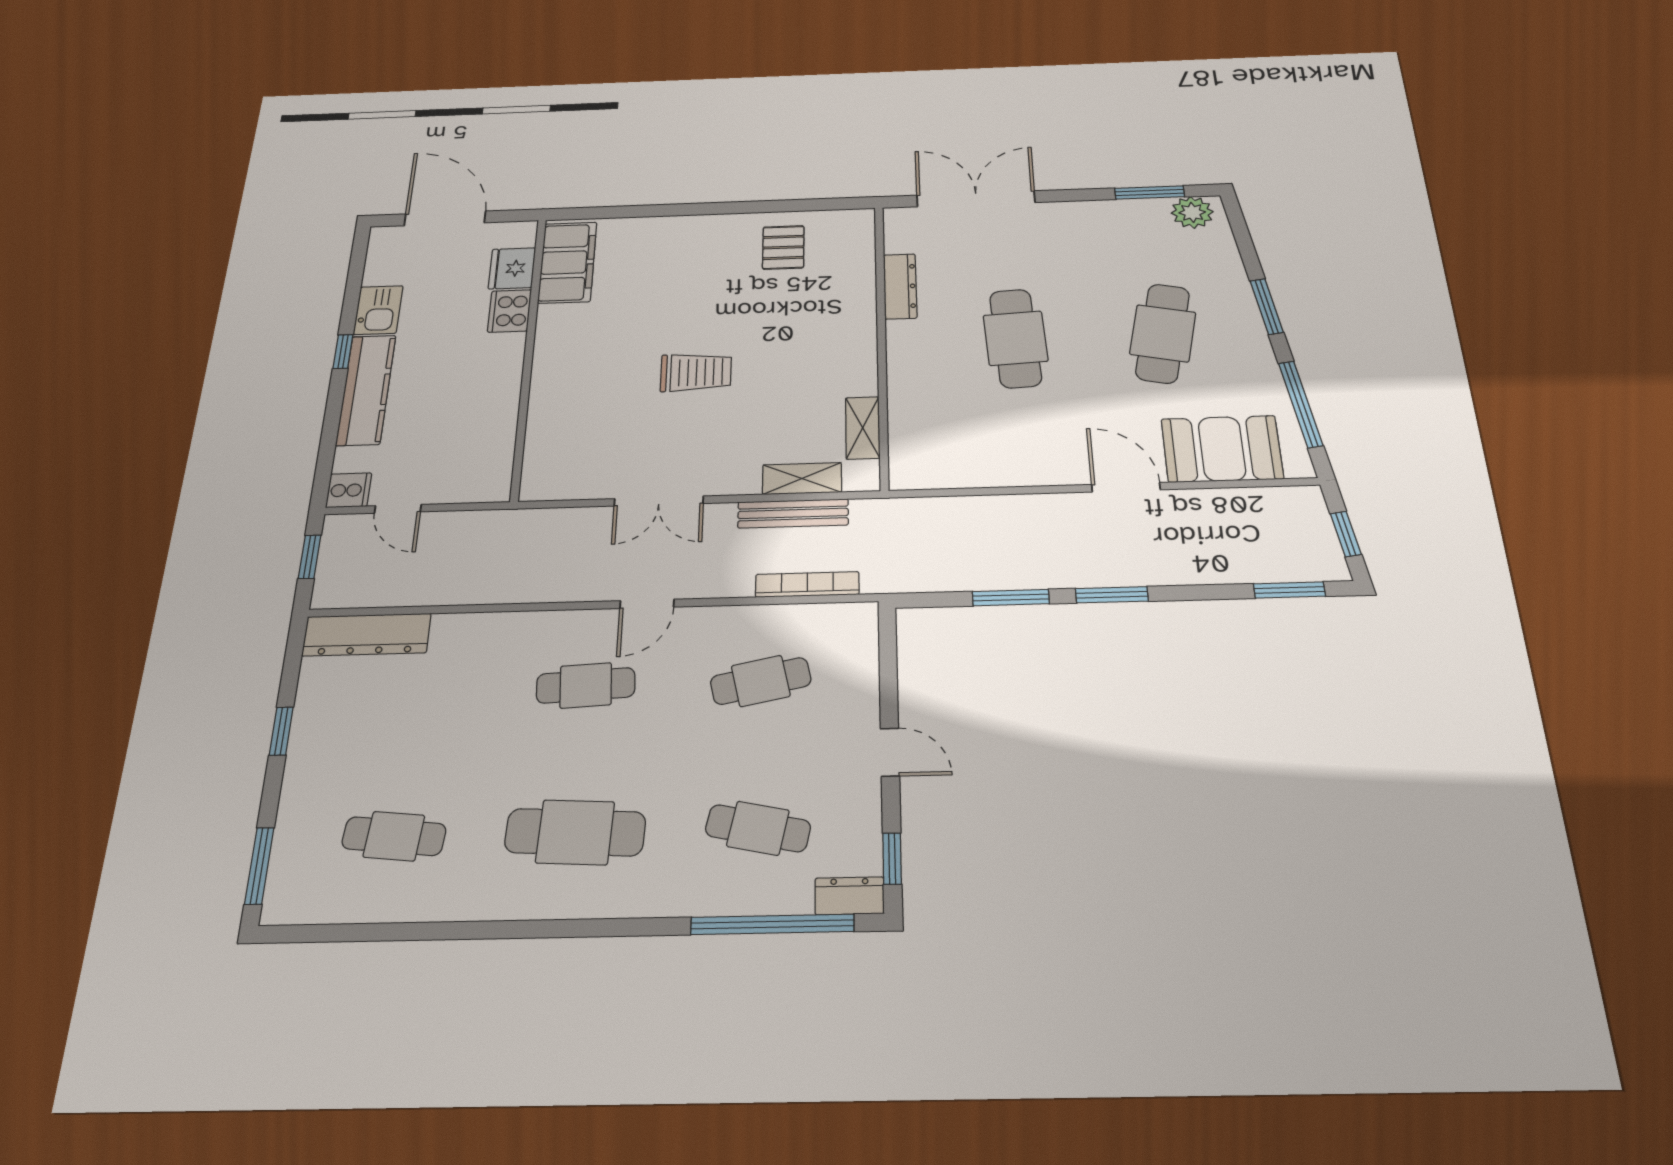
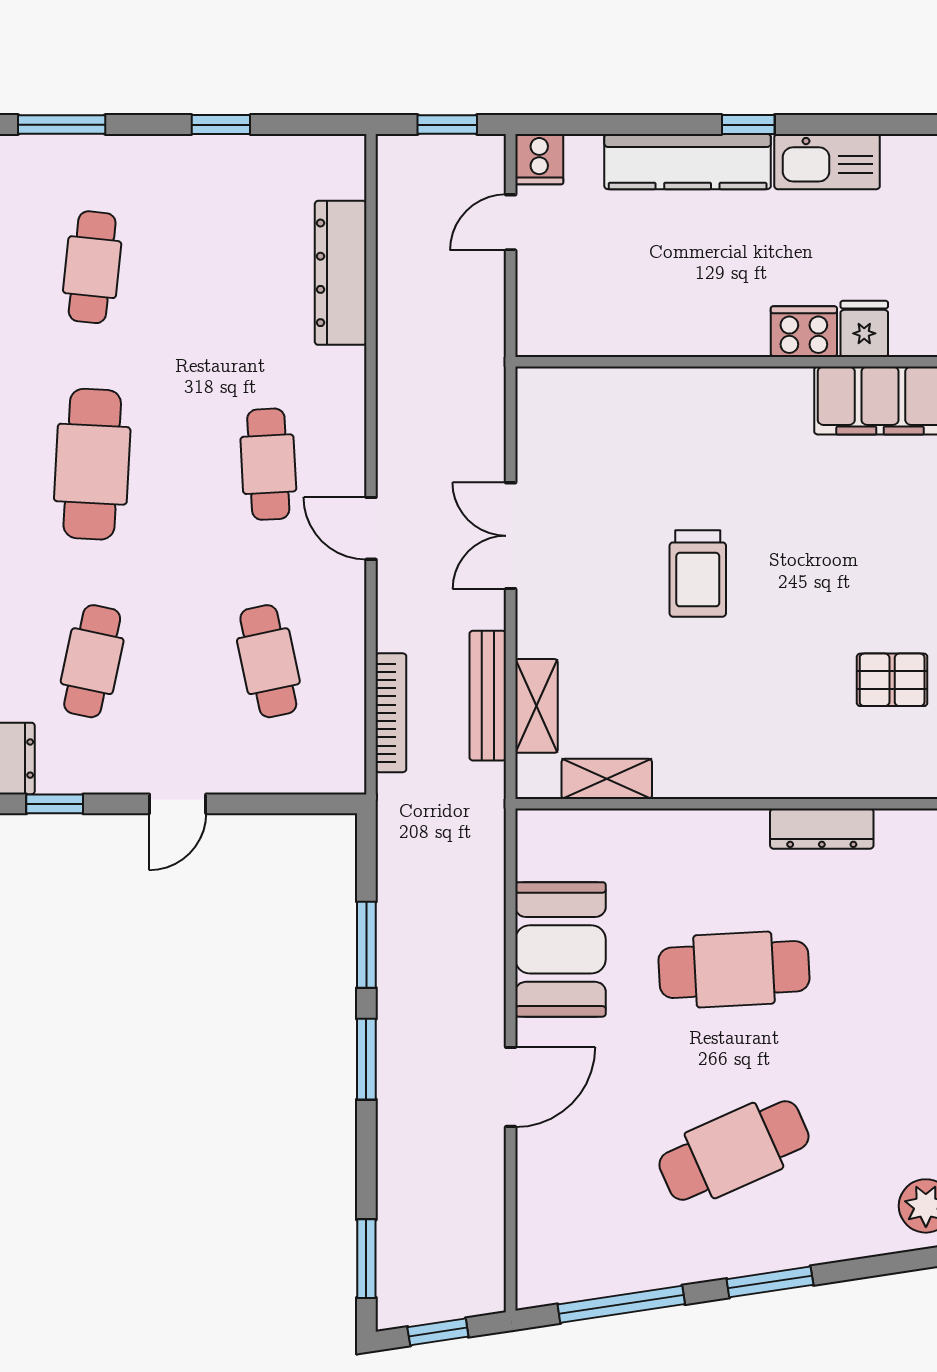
fridge: (512, 268) -> (864, 329), width x0.72
kitchen sink: (378, 310) -> (827, 162), width x1.38
cafe table: (1163, 333) -> (734, 1151), turned -36
booth: (1222, 449) -> (560, 949), moved
dresser: (367, 635) -> (341, 273), moved

